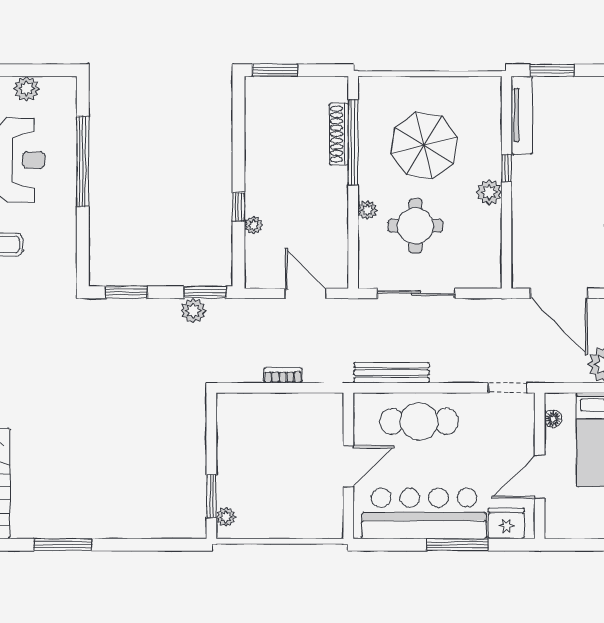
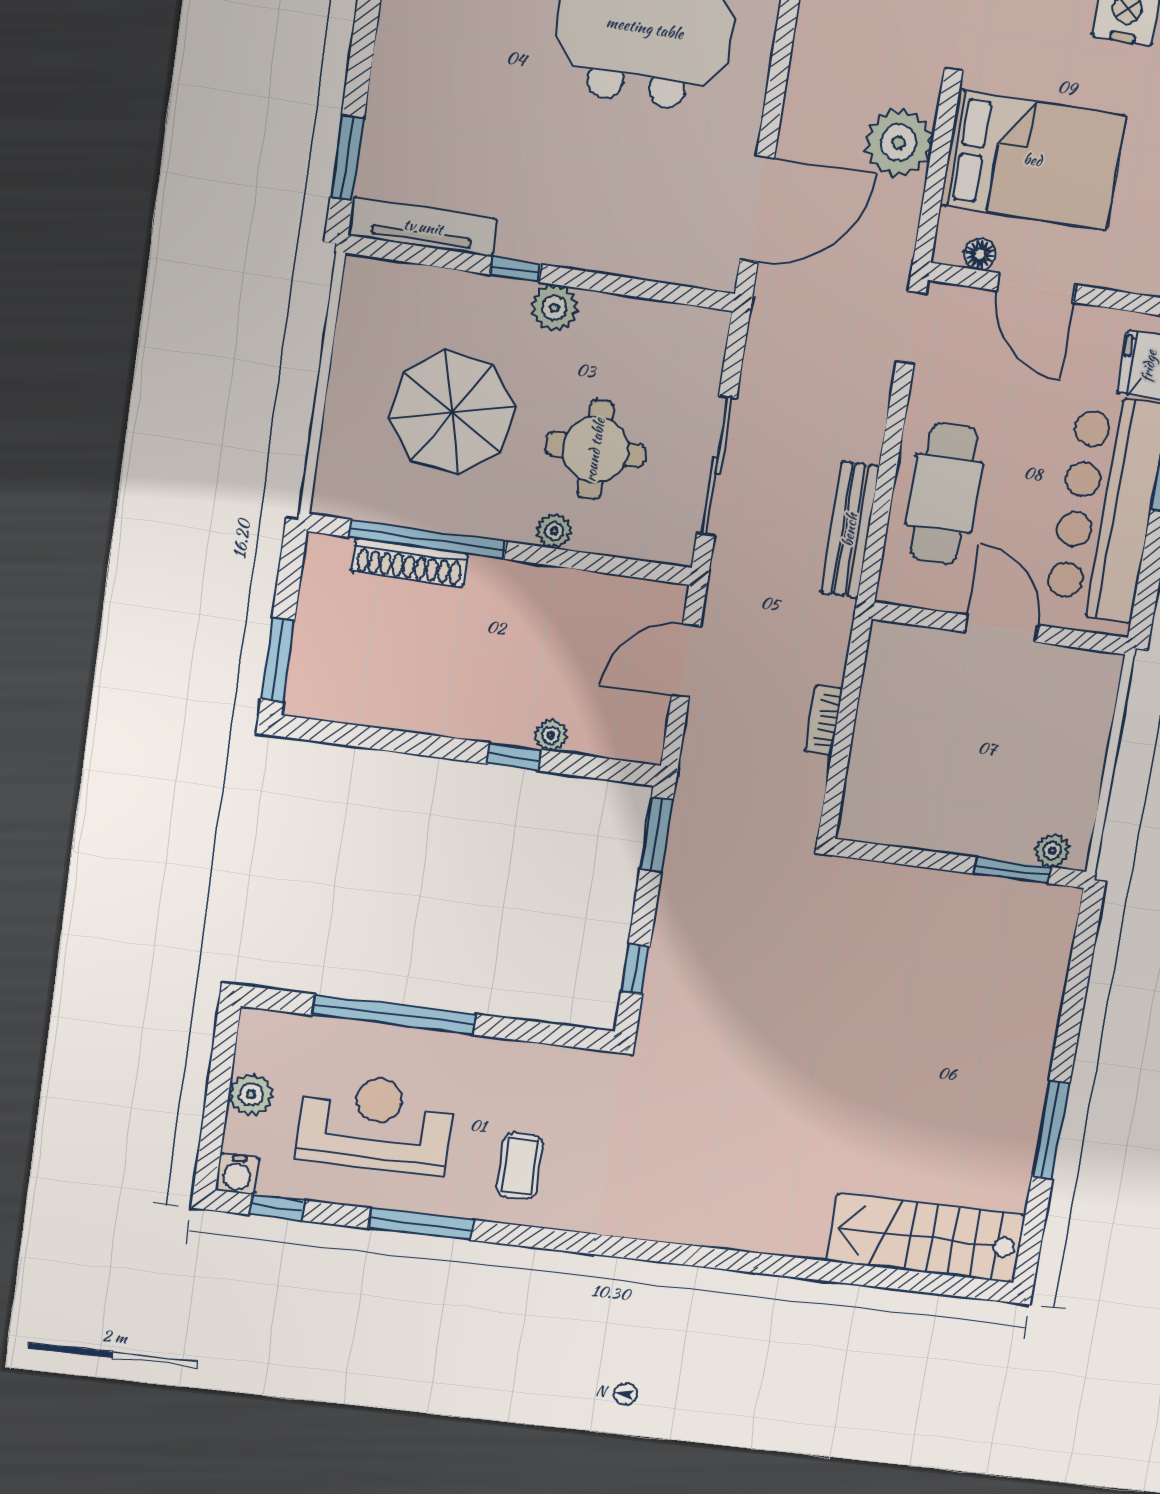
window: (126, 292) -> (635, 969), width x0.67
plant: (193, 311) -> (686, 859), removed
door: (540, 477) -> (1036, 288), moved

